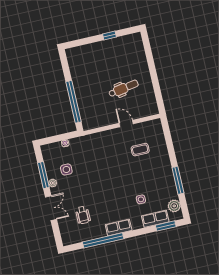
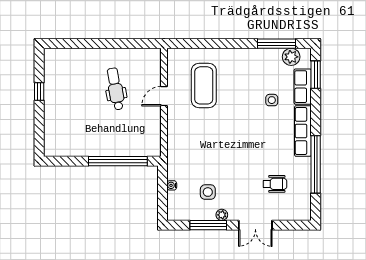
coffee table: (140, 150) -> (204, 85), width x1.86, depth x1.72
window: (178, 180) -> (277, 44), moved
double door: (51, 208) -> (255, 225), swing flipped
row of seats: (119, 227) -> (303, 131), width x1.48

